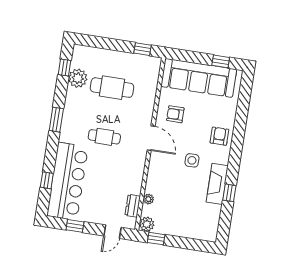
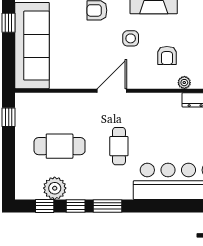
cafe table: (112, 88) -> (60, 146), turned 90
armchair: (175, 114) -> (167, 56), moved
window: (47, 180) -> (76, 206), moved

